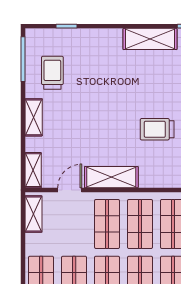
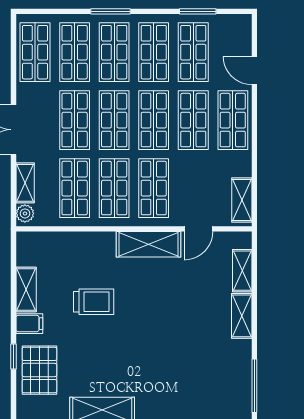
trolley: (52, 73) -> (219, 369), removed
shelving: (33, 170) -> (242, 271), moved

